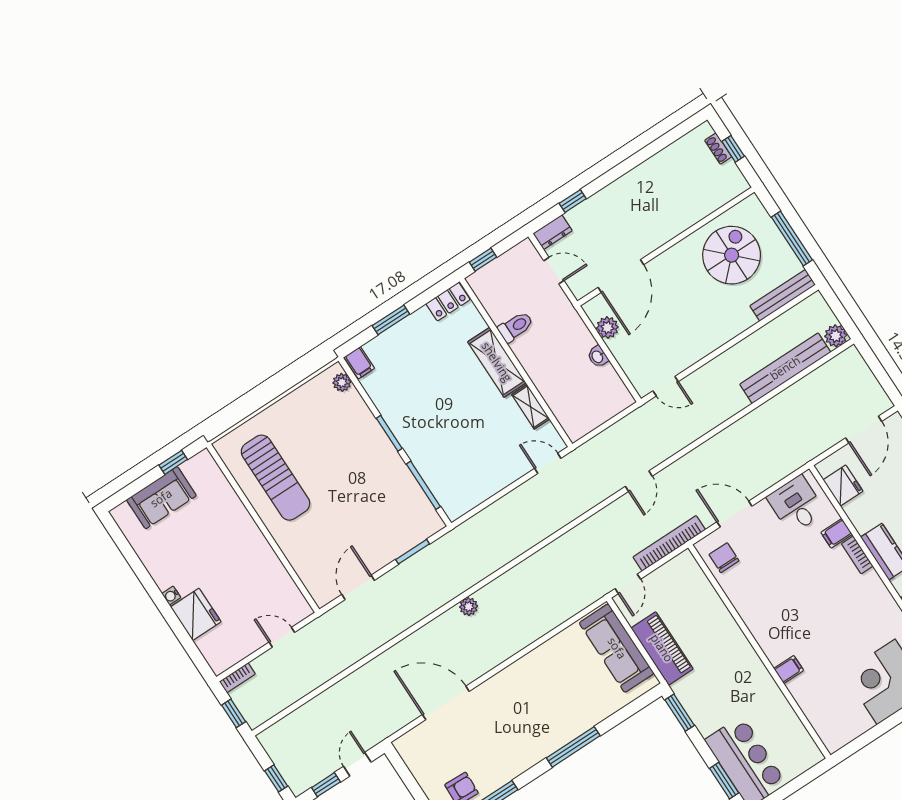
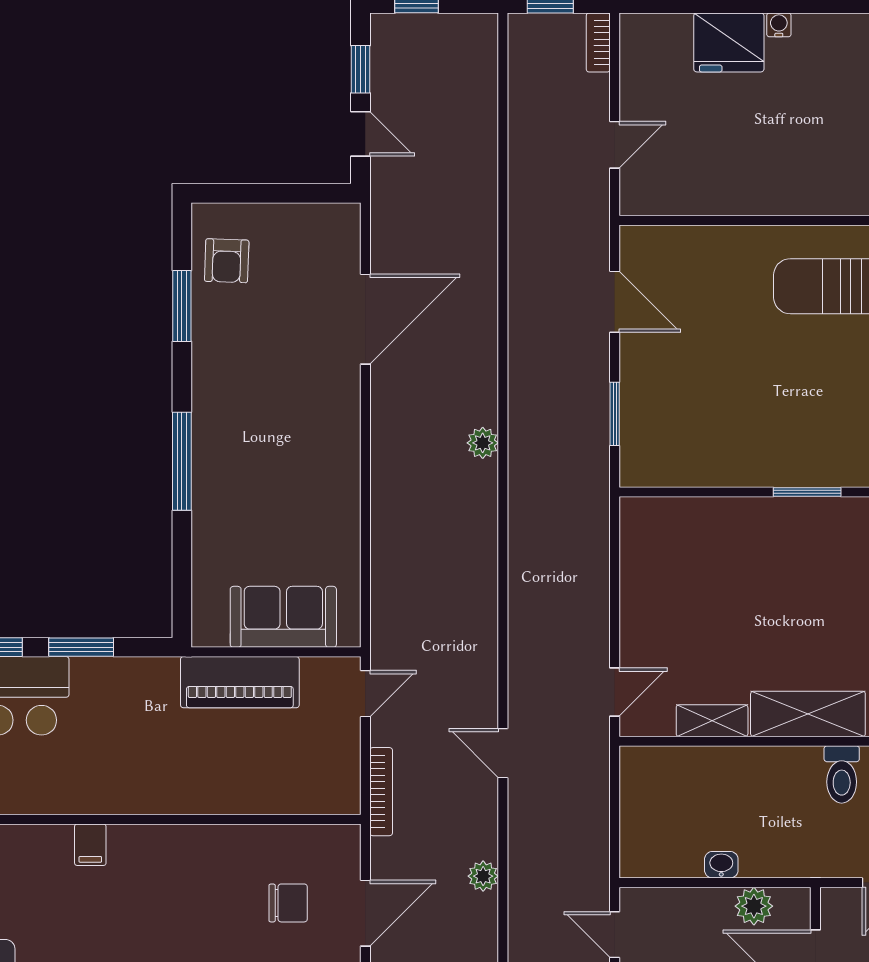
door: (666, 386) -> (615, 935), hinge flipped
plant: (679, 469) -> (483, 876), added
door: (639, 481) -> (503, 753), moved
window: (423, 485) -> (700, 492), removed
bookcase: (669, 543) -> (381, 792), width x0.68, depth x0.76
chair: (724, 558) -> (288, 903), moved
door: (628, 584) -> (365, 694), swing flipped
sofa: (617, 648) -> (283, 617), width x0.73
window: (680, 713) -> (81, 647), moved

